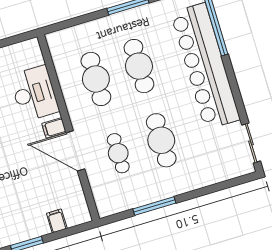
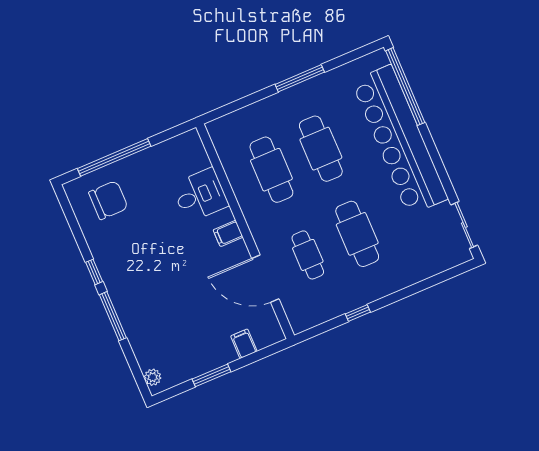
desk: (34, 93) -> (200, 195), width x0.73
door: (75, 151) -> (265, 279), moved
window: (154, 206) -> (358, 313), width x0.46

